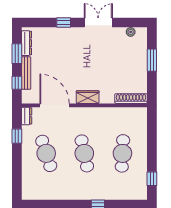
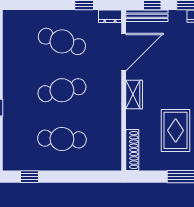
rug: (116, 65) -> (176, 130), added
bench: (26, 73) -> (147, 16), moved
cafe table: (46, 153) -> (62, 41), turned 36

